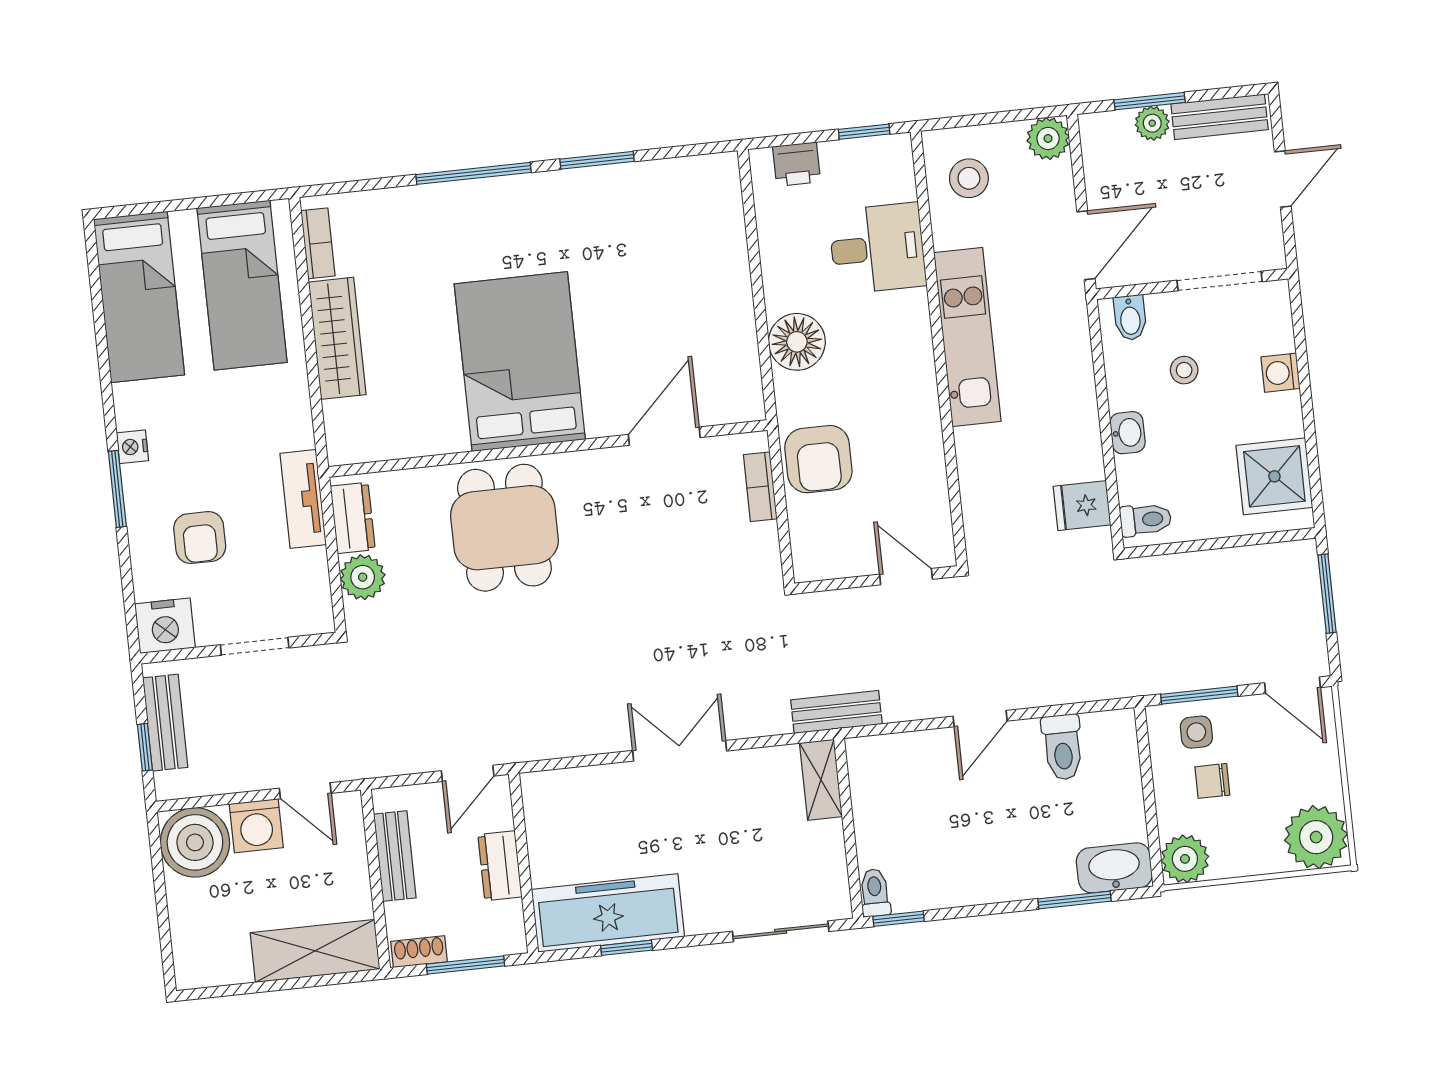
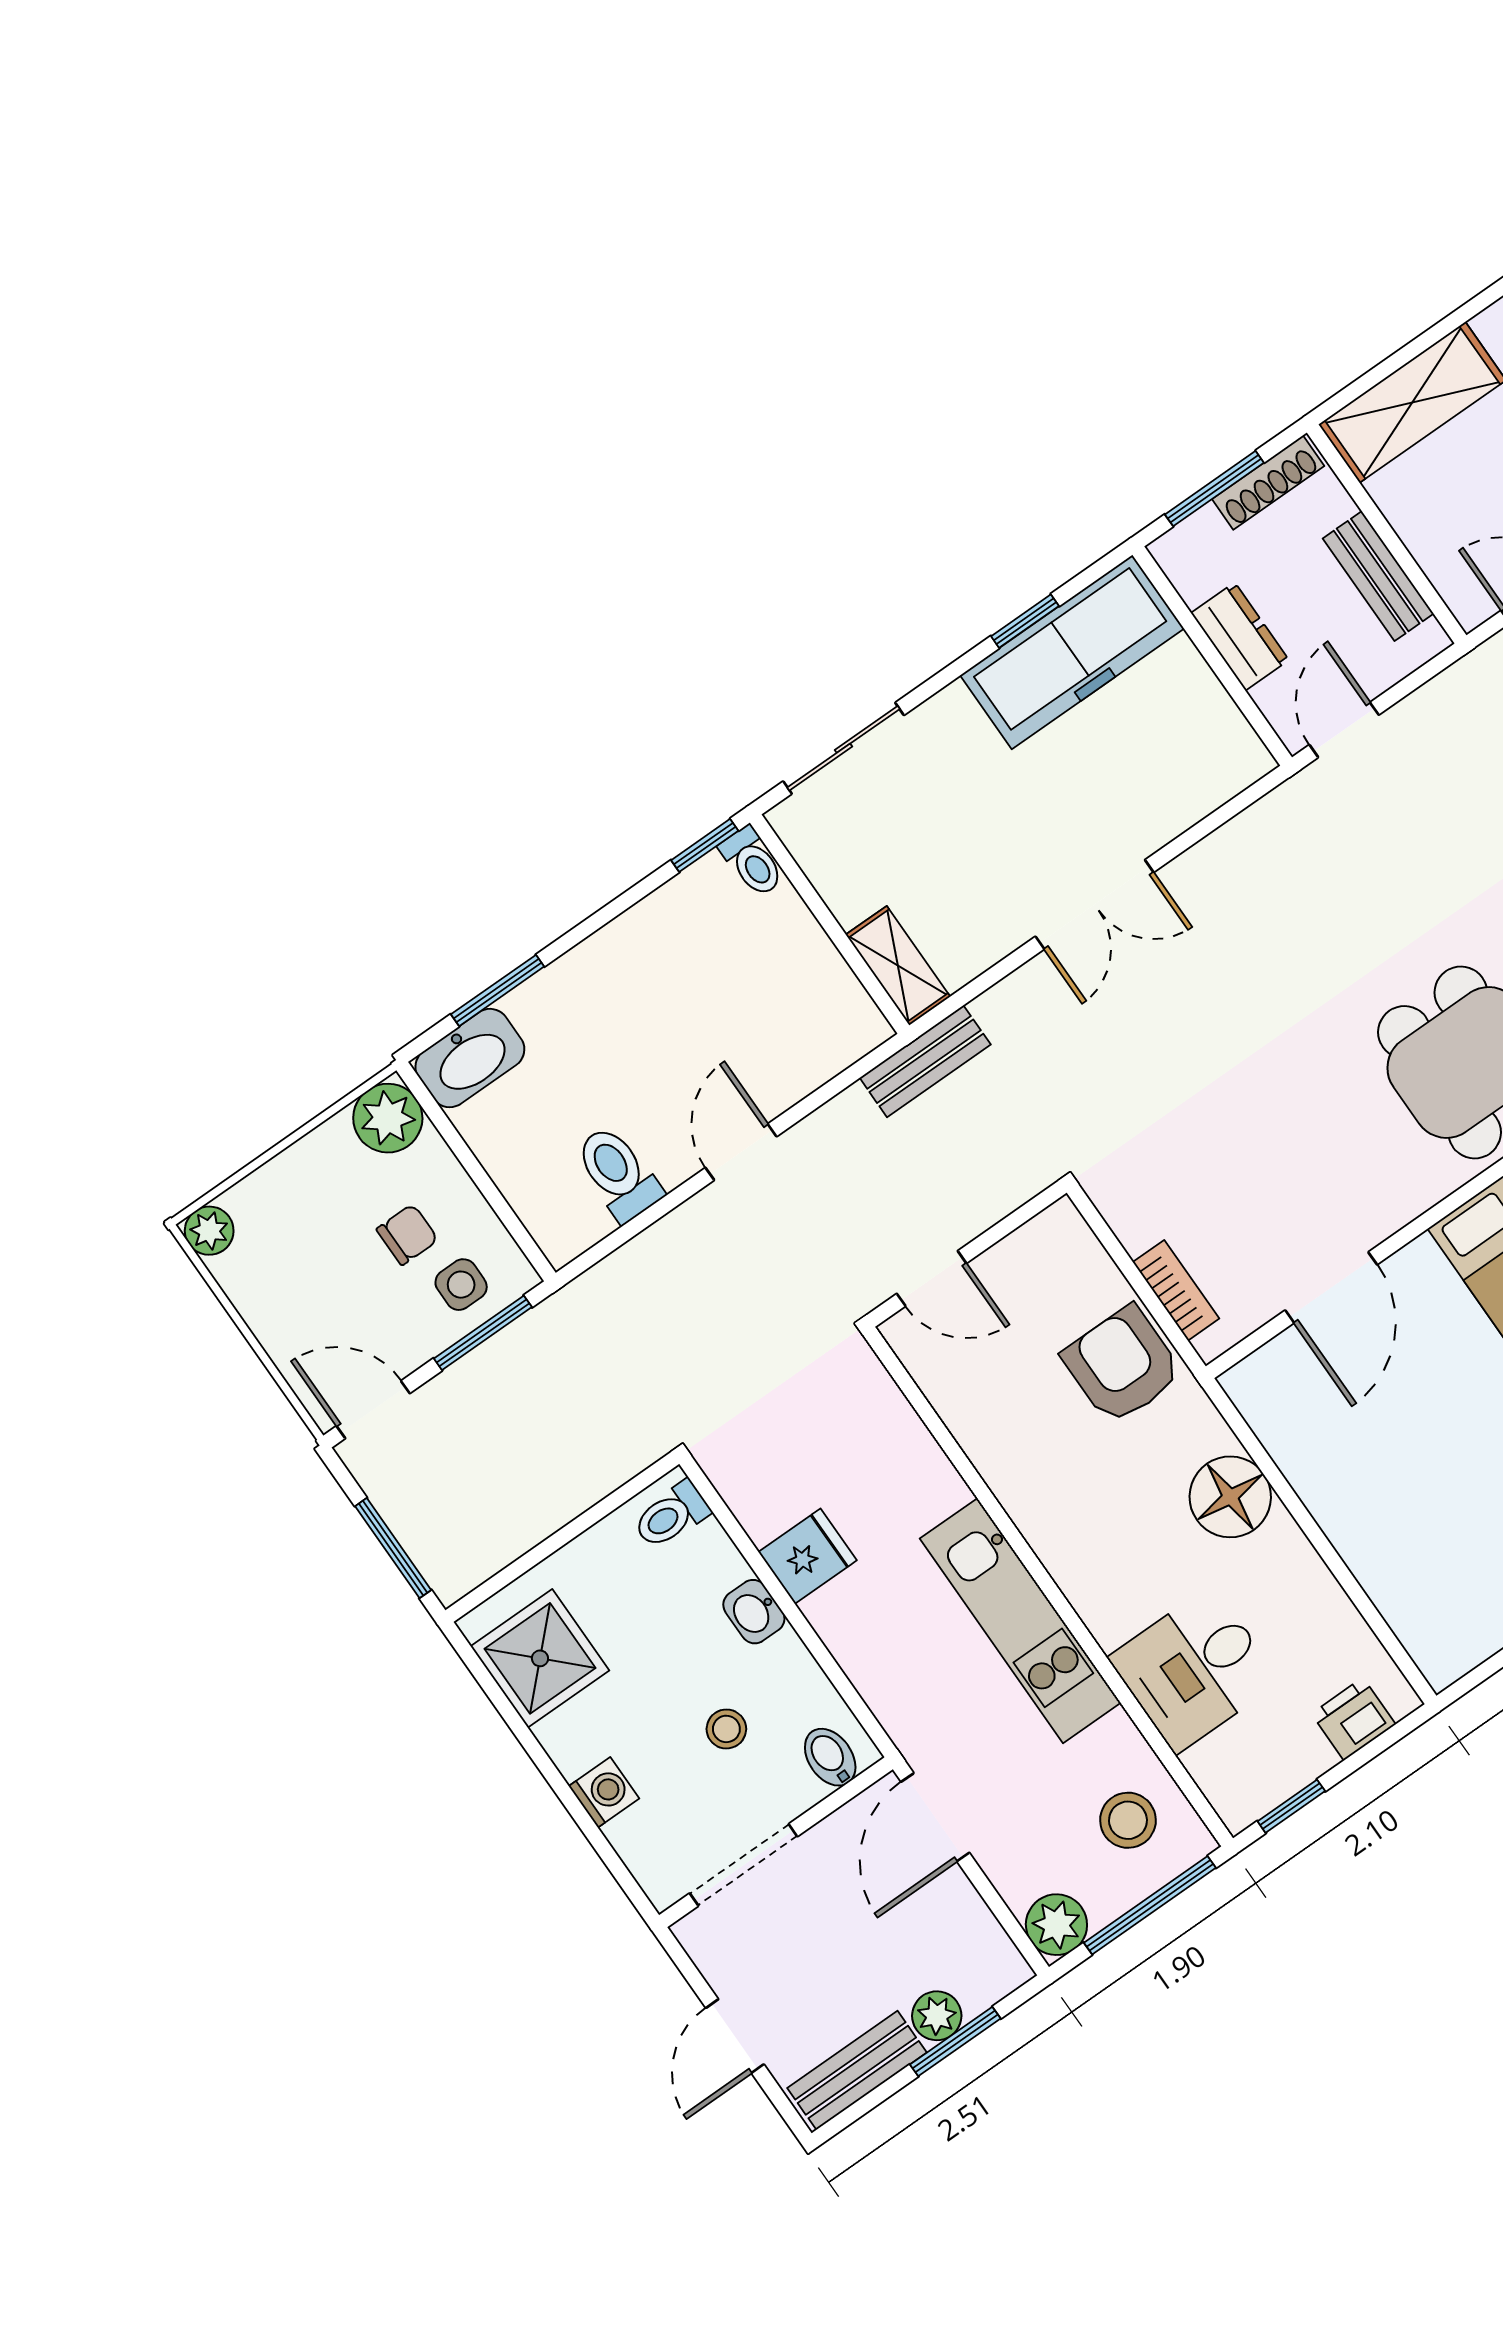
window: (984, 119) -> (1150, 1905), added
fridge: (1082, 506) -> (808, 1556), moved
plant: (1316, 837) -> (209, 1231), width x0.53, depth x0.53
shoe rack: (419, 952) -> (1268, 483), width x1.43

